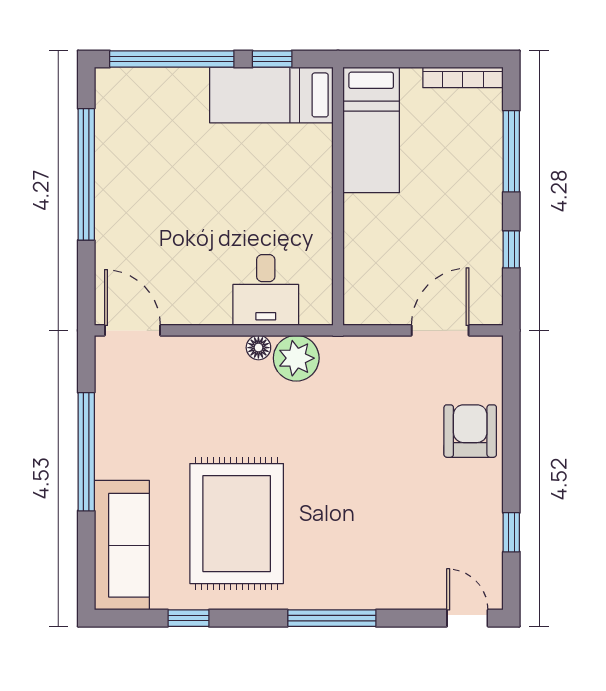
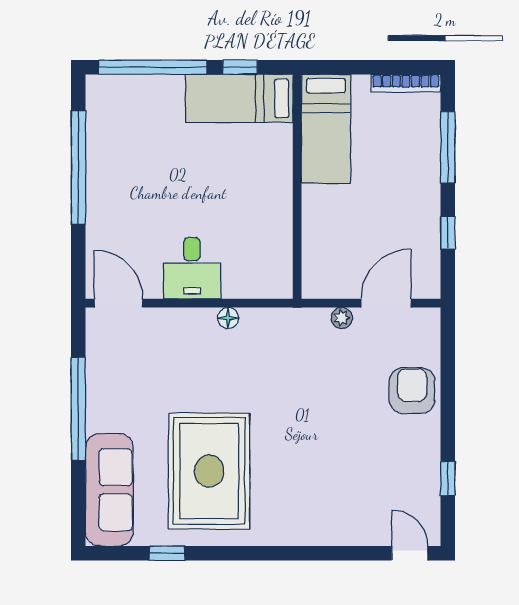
desk: (266, 290) -> (192, 268), moved
plant: (296, 358) -> (342, 318), moved, width x0.53, depth x0.53
window: (332, 618) -> (292, 553), removed

